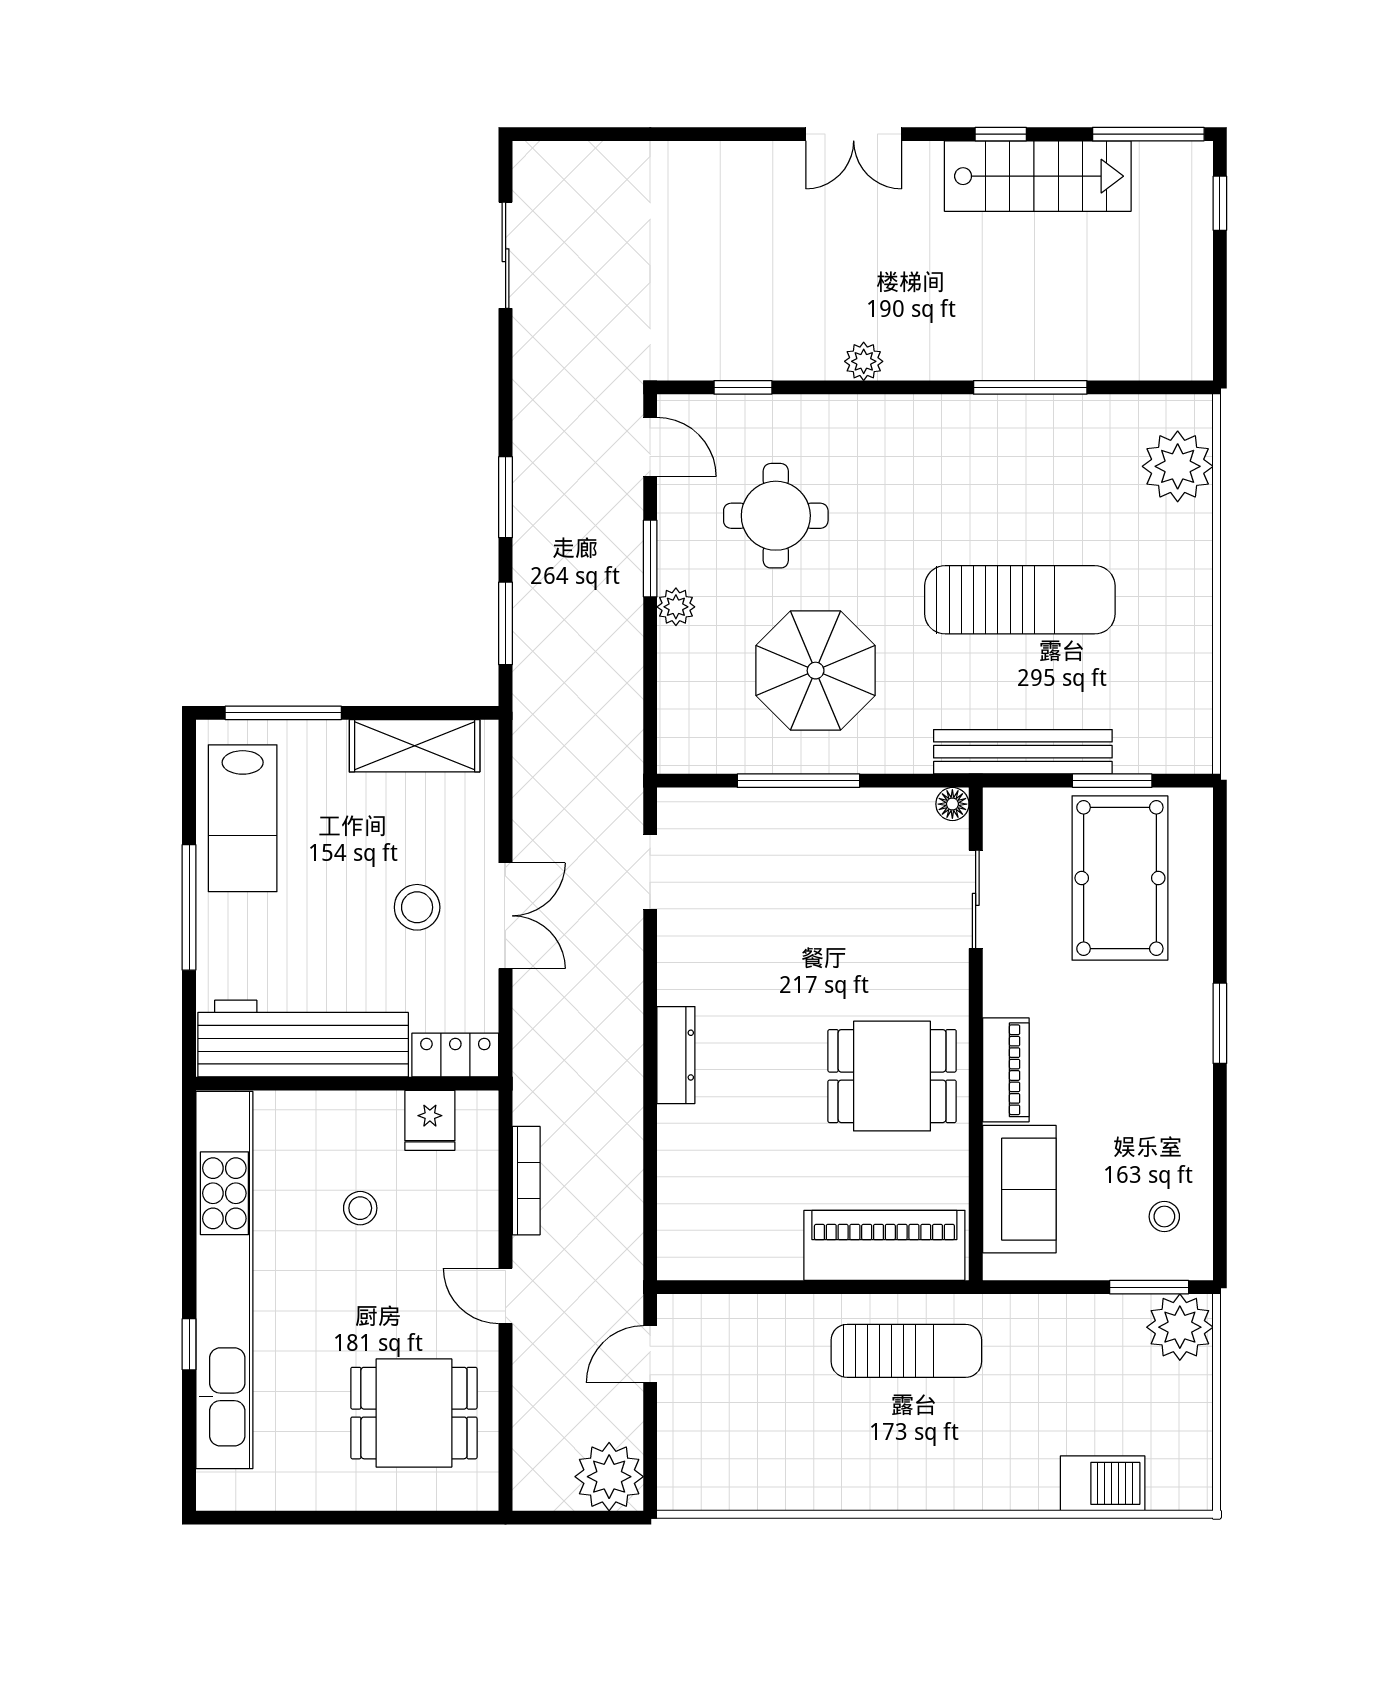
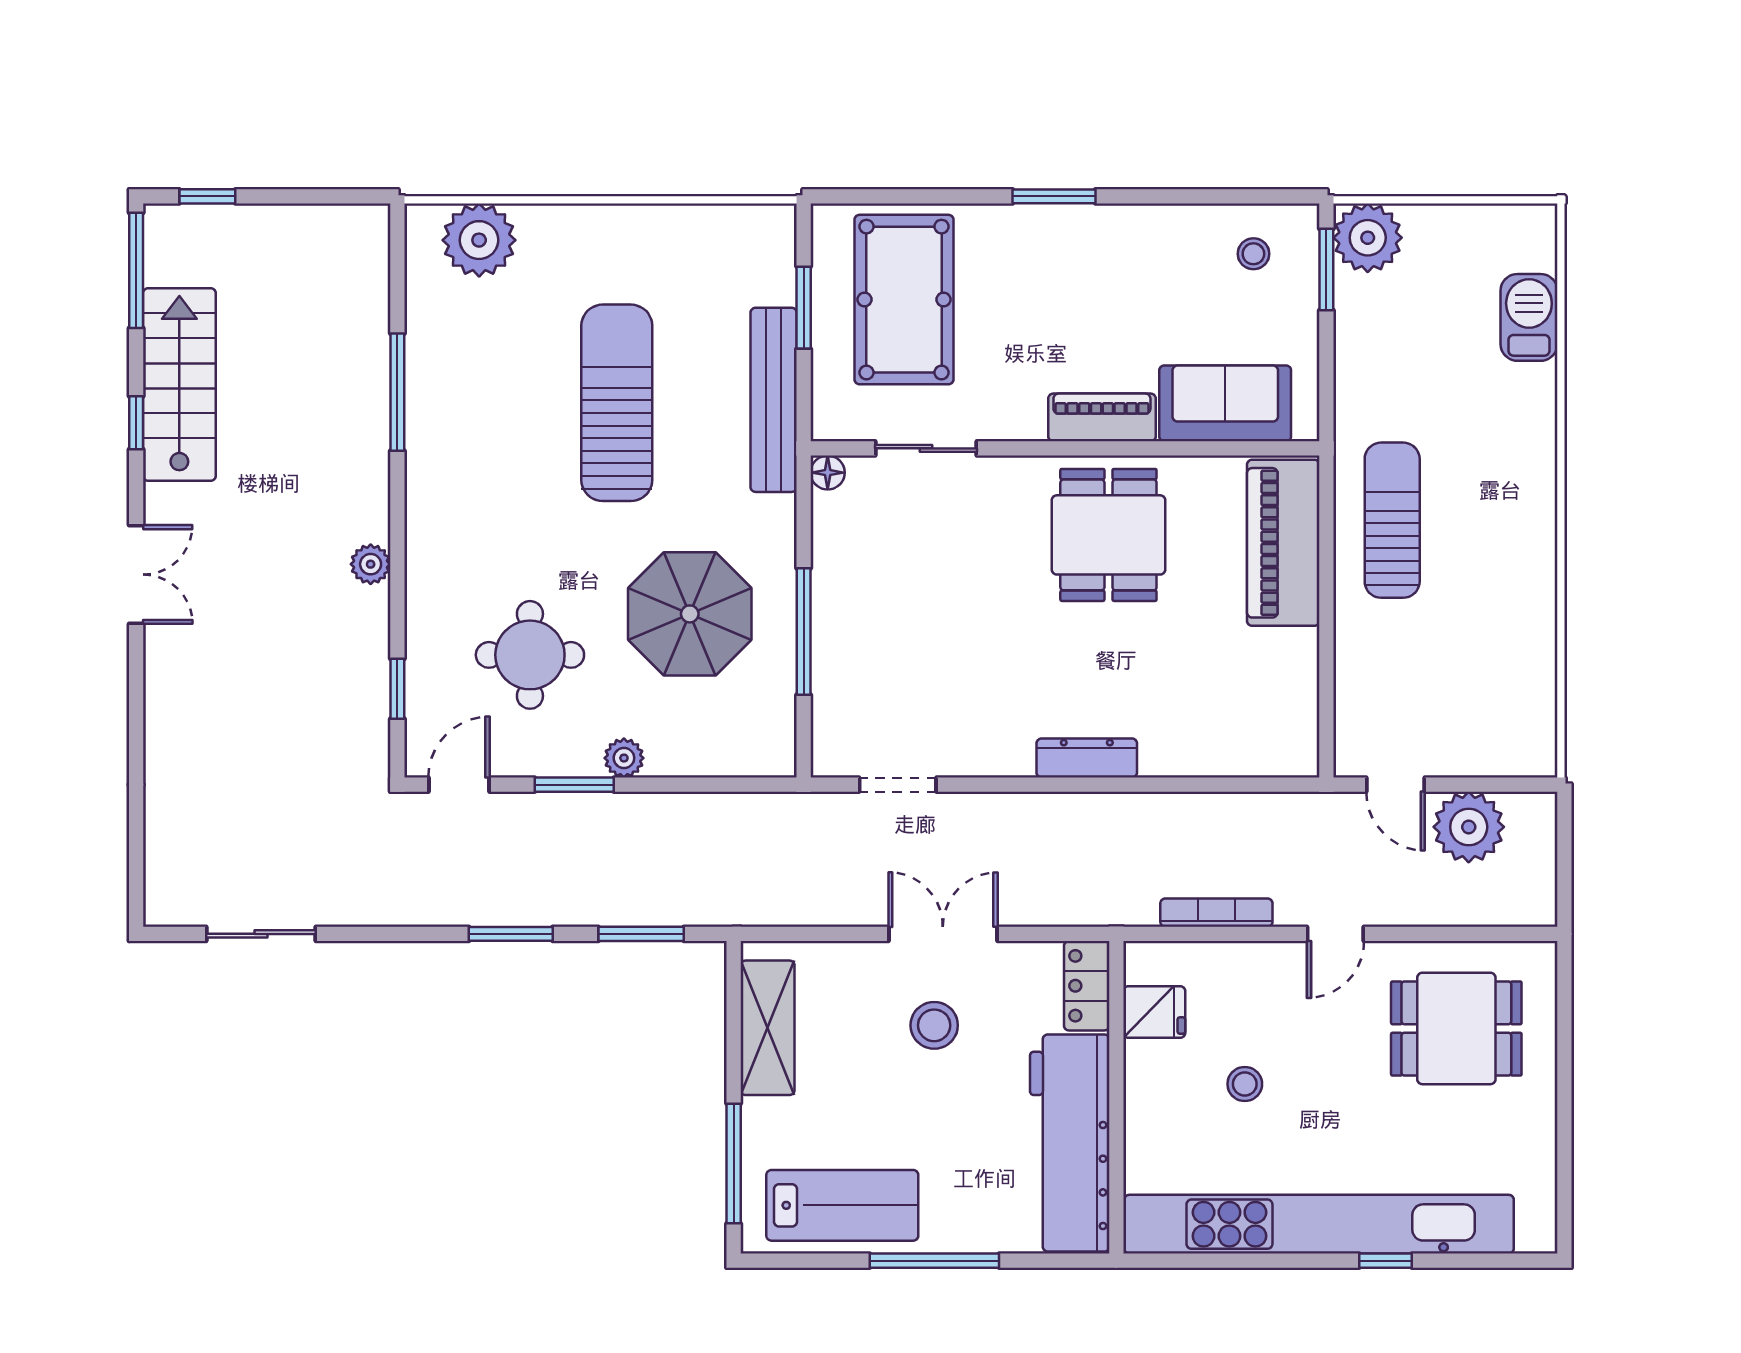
pool table: (1120, 878) -> (904, 300), turned 90
dining table: (414, 1413) -> (1456, 1028), turned 90
plant: (609, 1477) -> (1469, 827), moved

